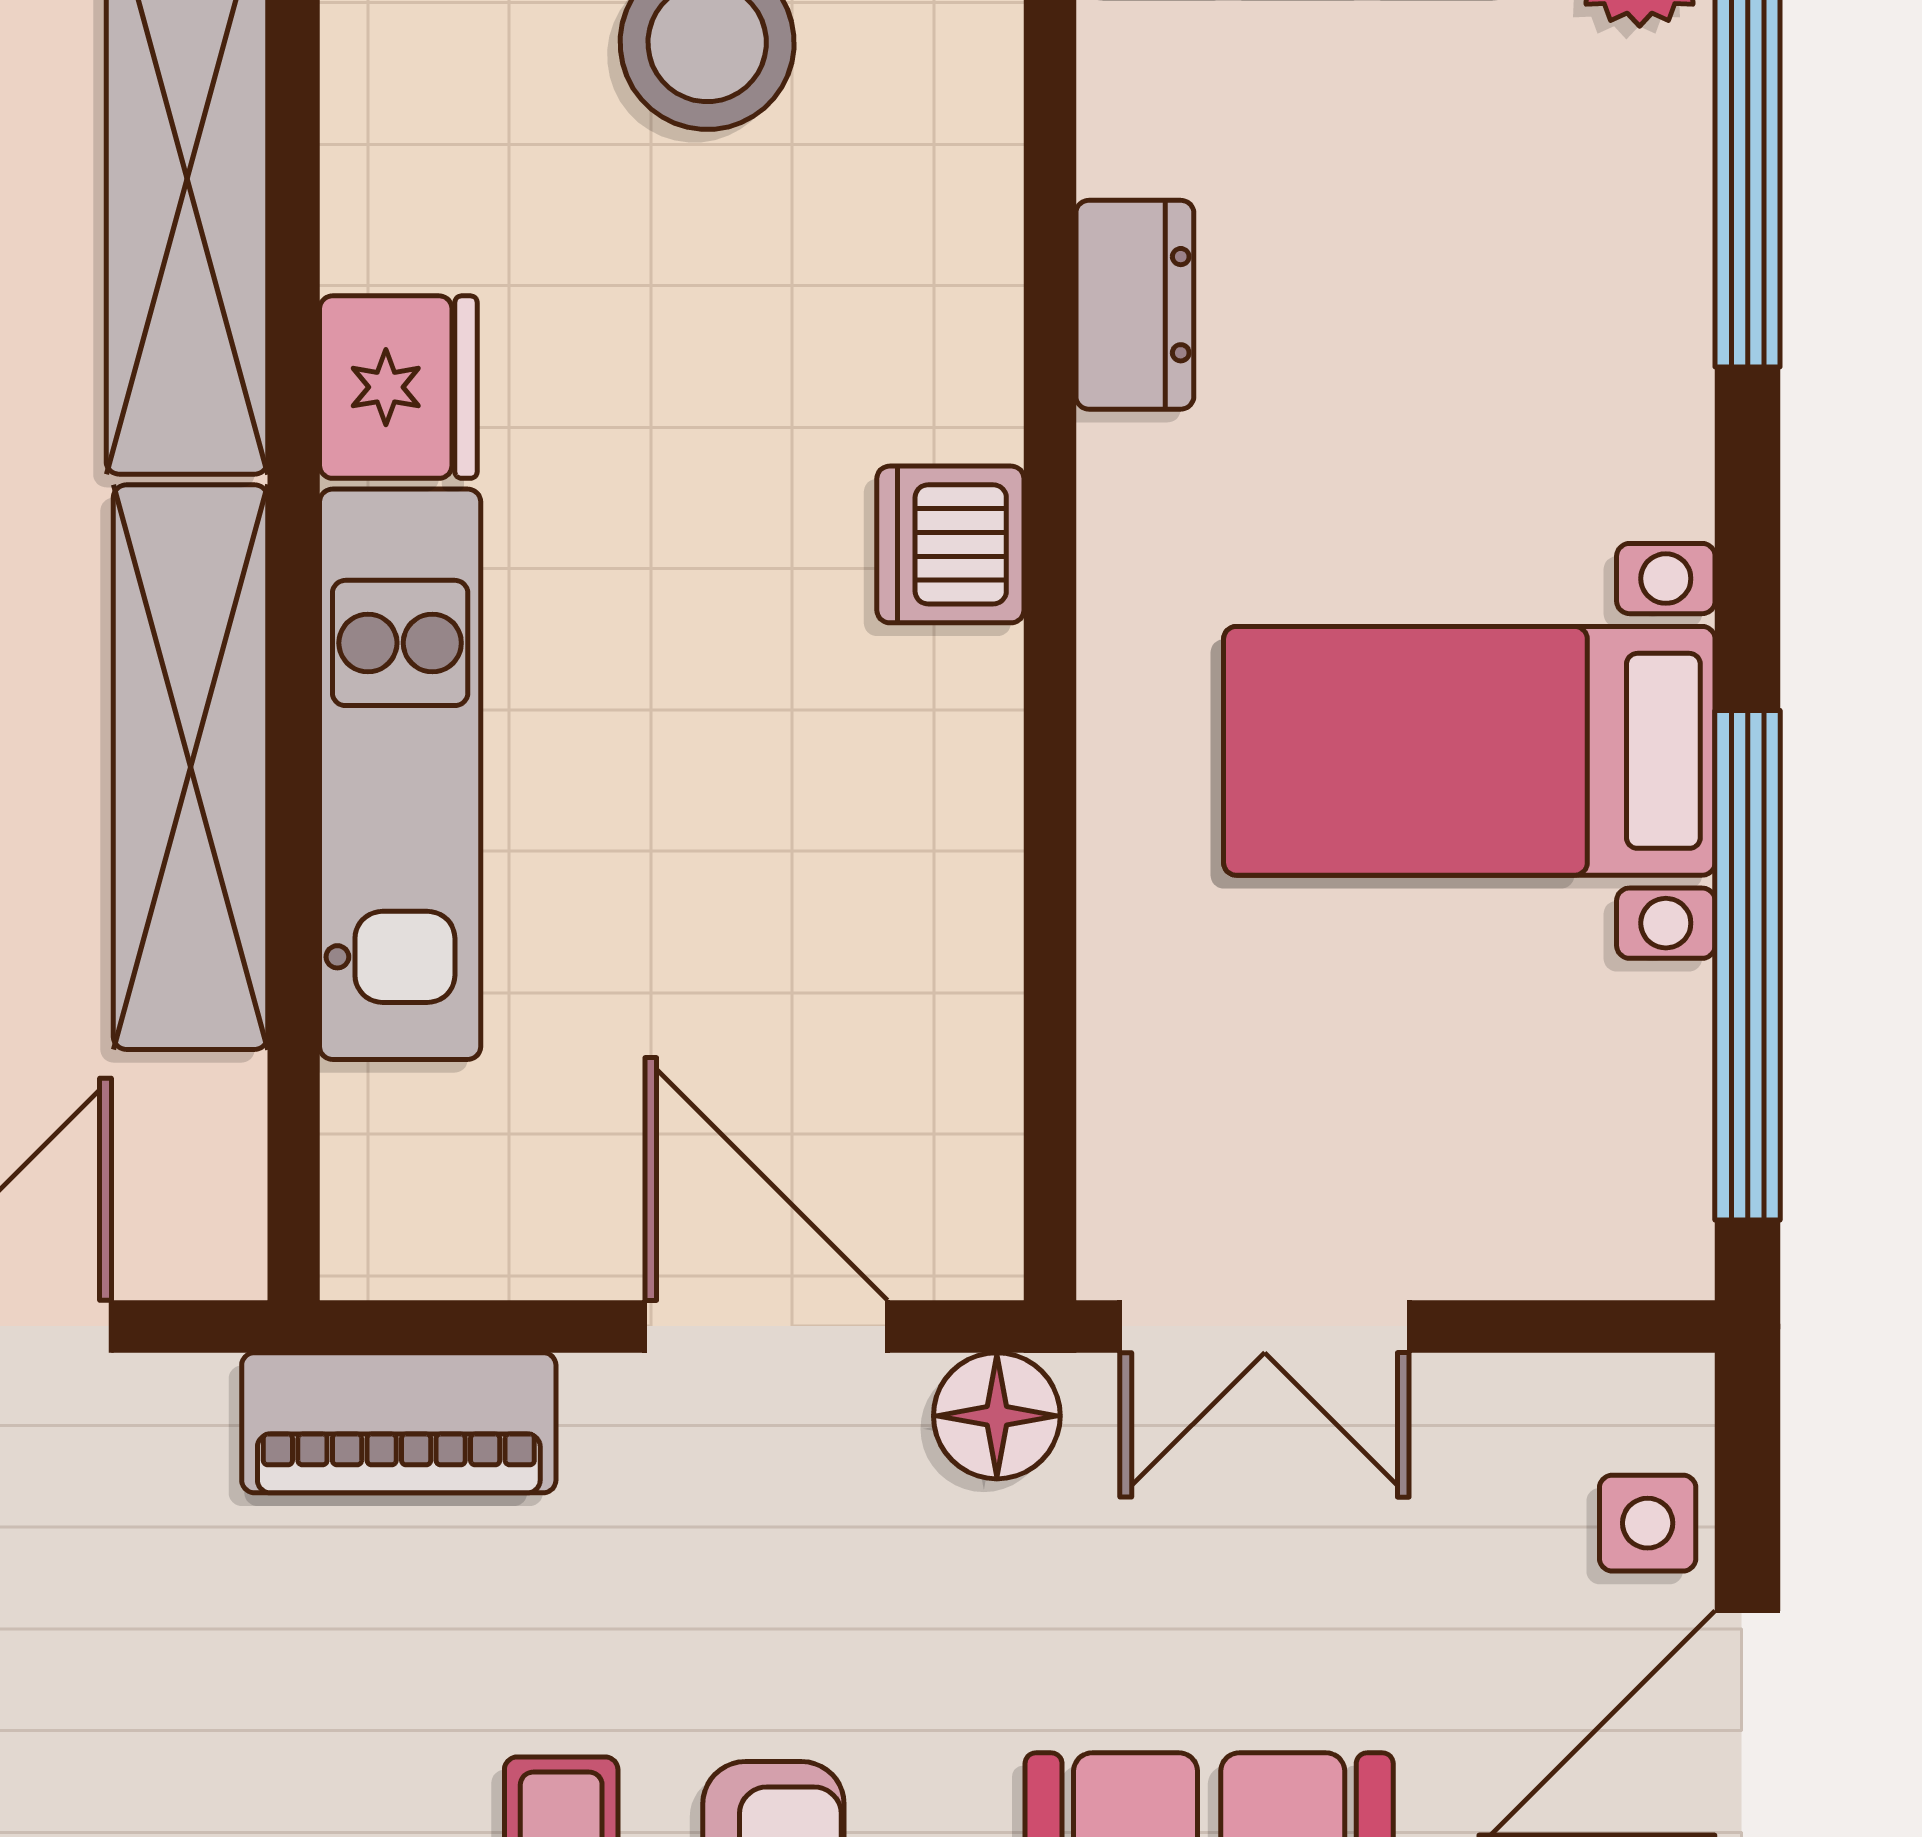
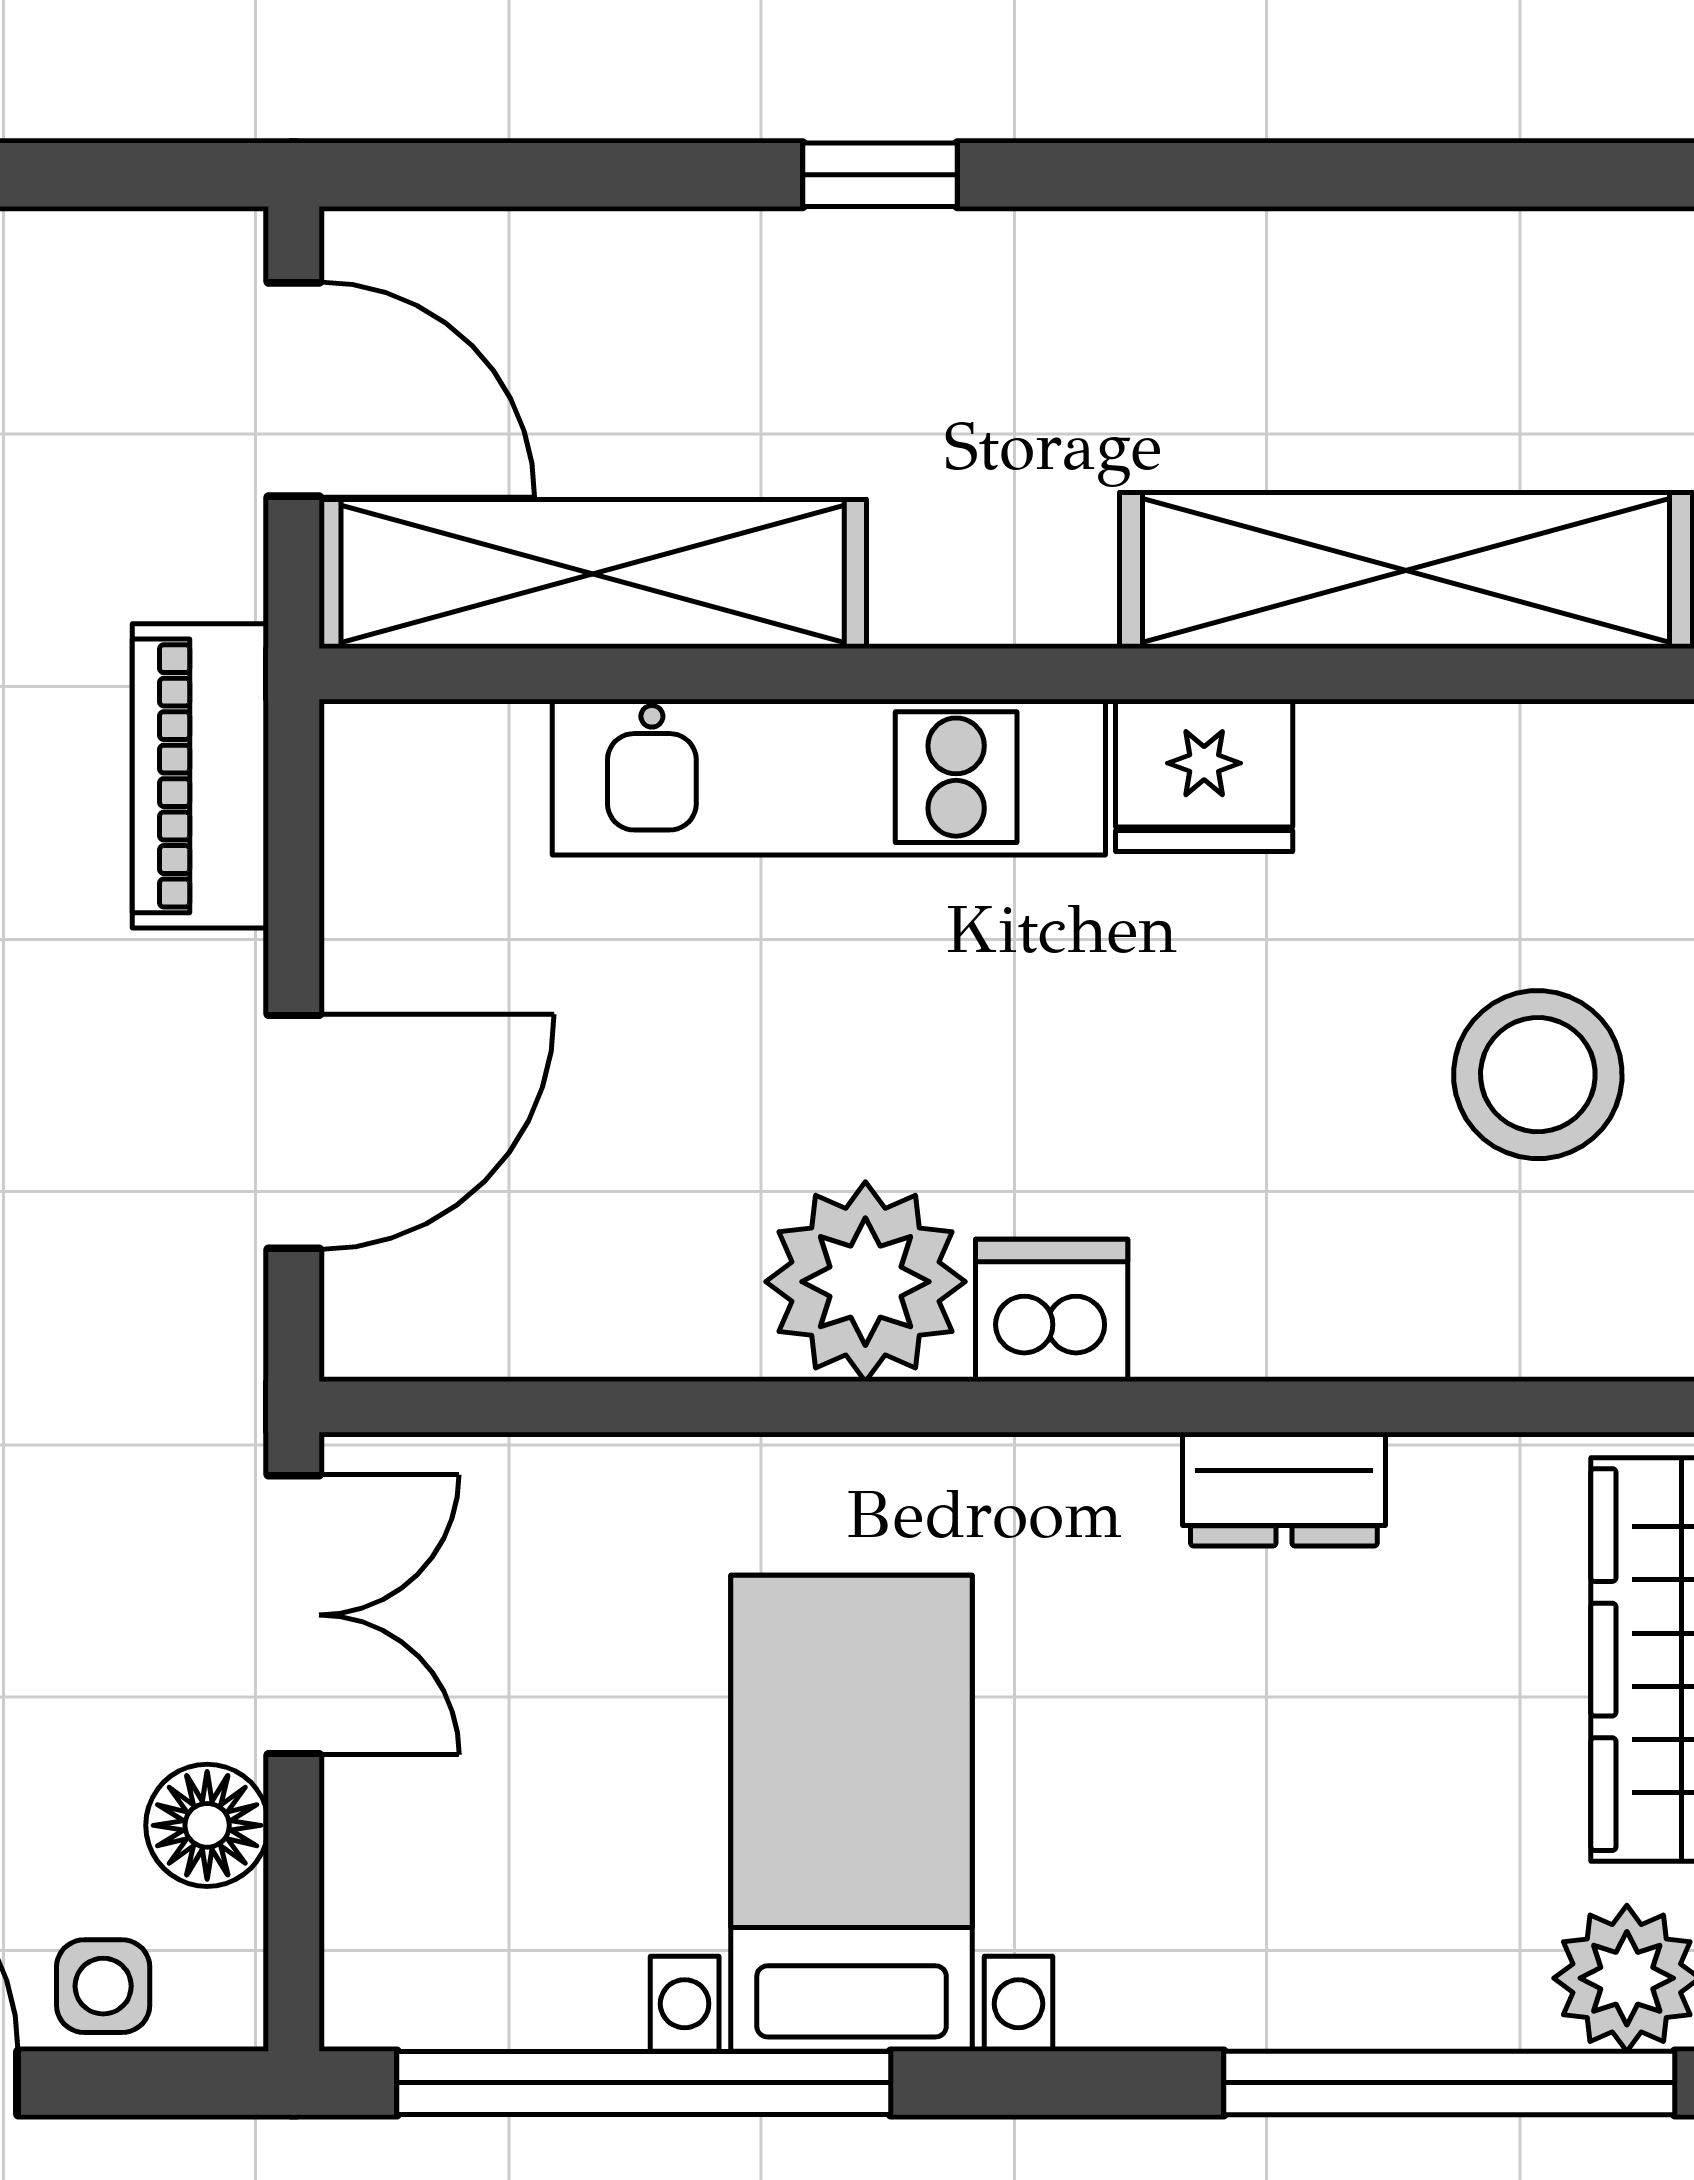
plant: (921, 736) -> (865, 1282), added
shelving: (191, 767) -> (593, 574), moved
double door: (1265, 1326) -> (294, 1615), swing flipped
floor lamp: (997, 1416) -> (207, 1825), moved

